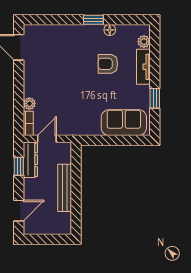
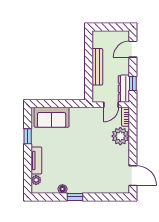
armchair: (108, 64) -> (64, 163), removed
plant: (29, 104) -> (120, 136), width x1.87, depth x1.87

